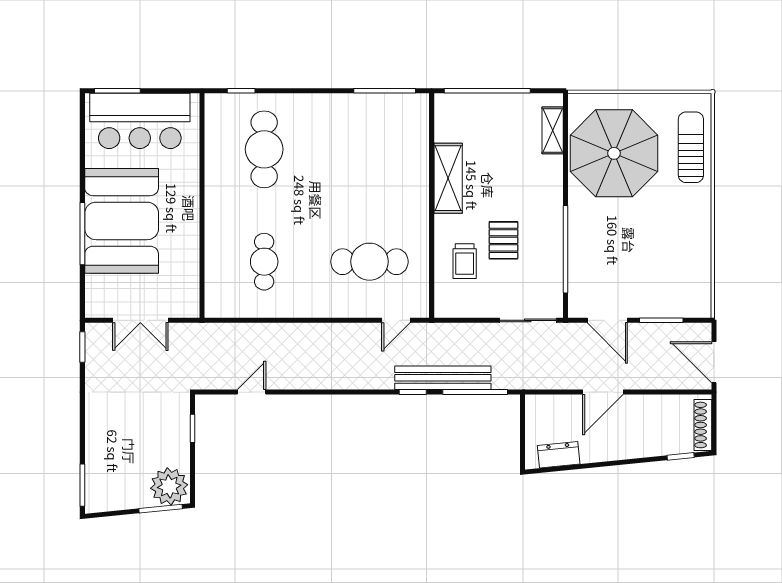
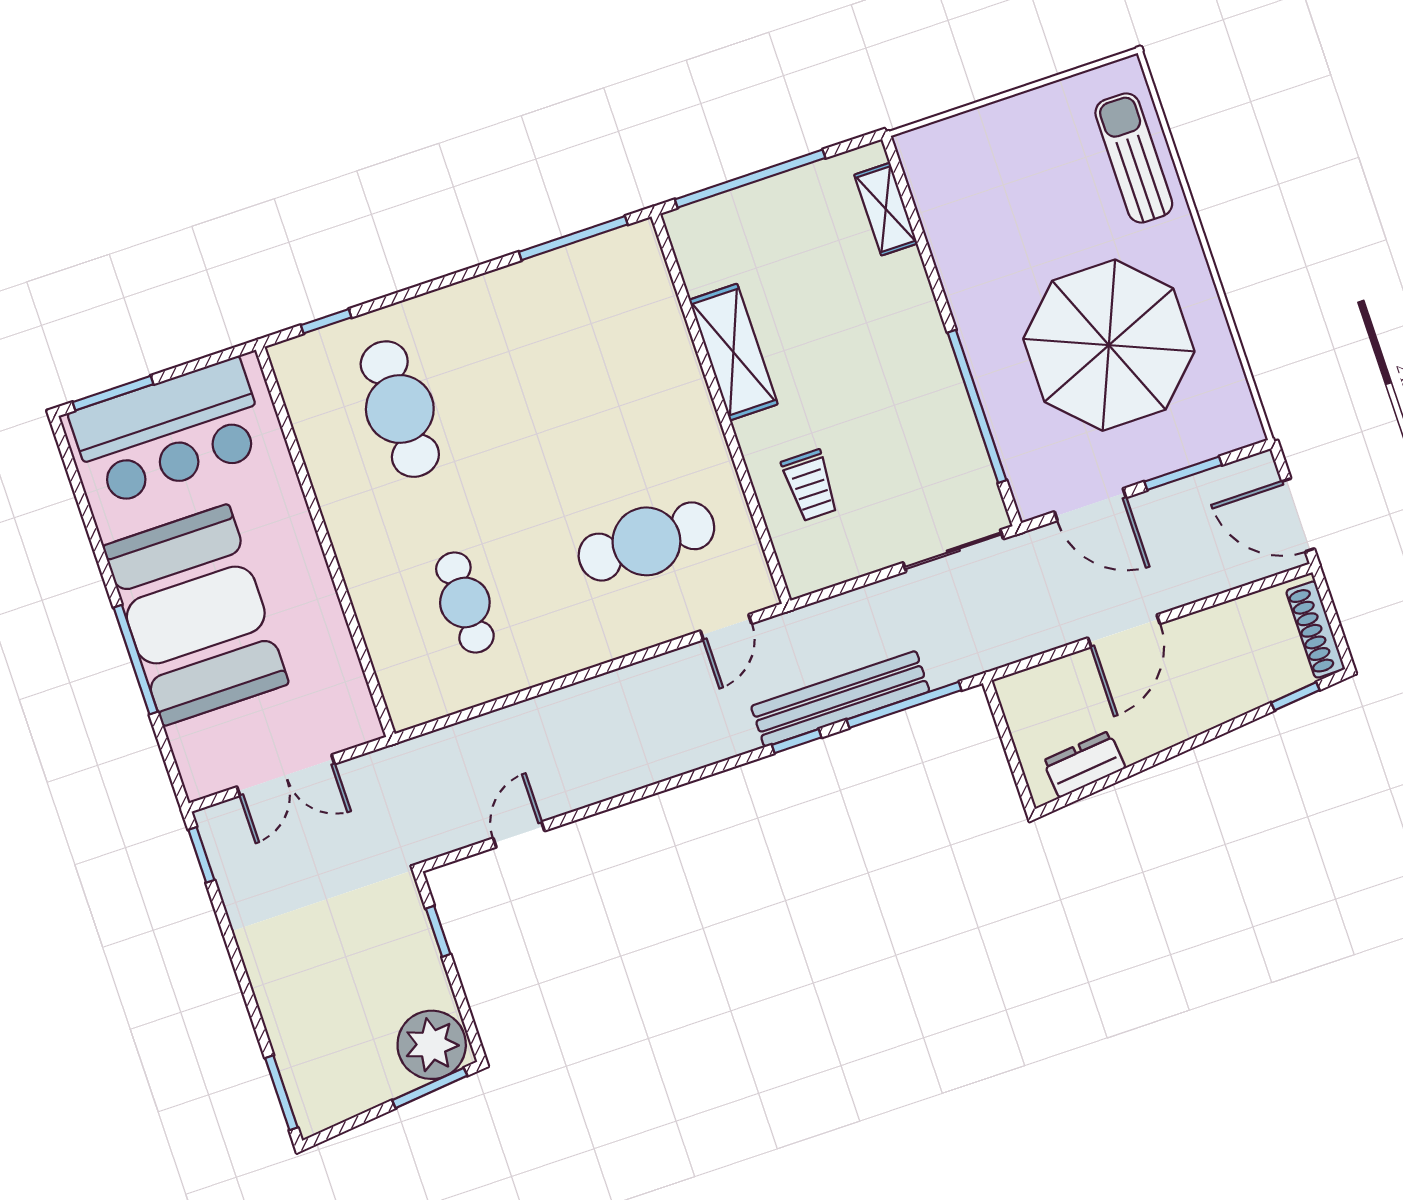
parasol: (614, 153) -> (1109, 345), moved
pallet: (504, 240) -> (865, 427), removed

